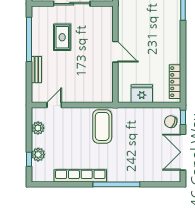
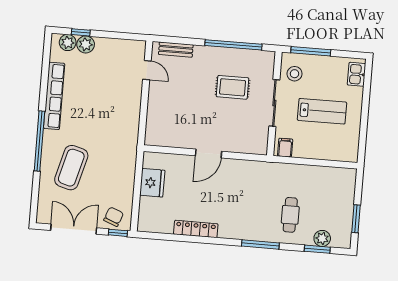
bench: (36, 70) -> (176, 50), moved
locker: (175, 82) -> (196, 229), moved
coffee table: (102, 126) -> (71, 168), moved, turned -75
plant: (38, 128) -> (68, 43), moved

